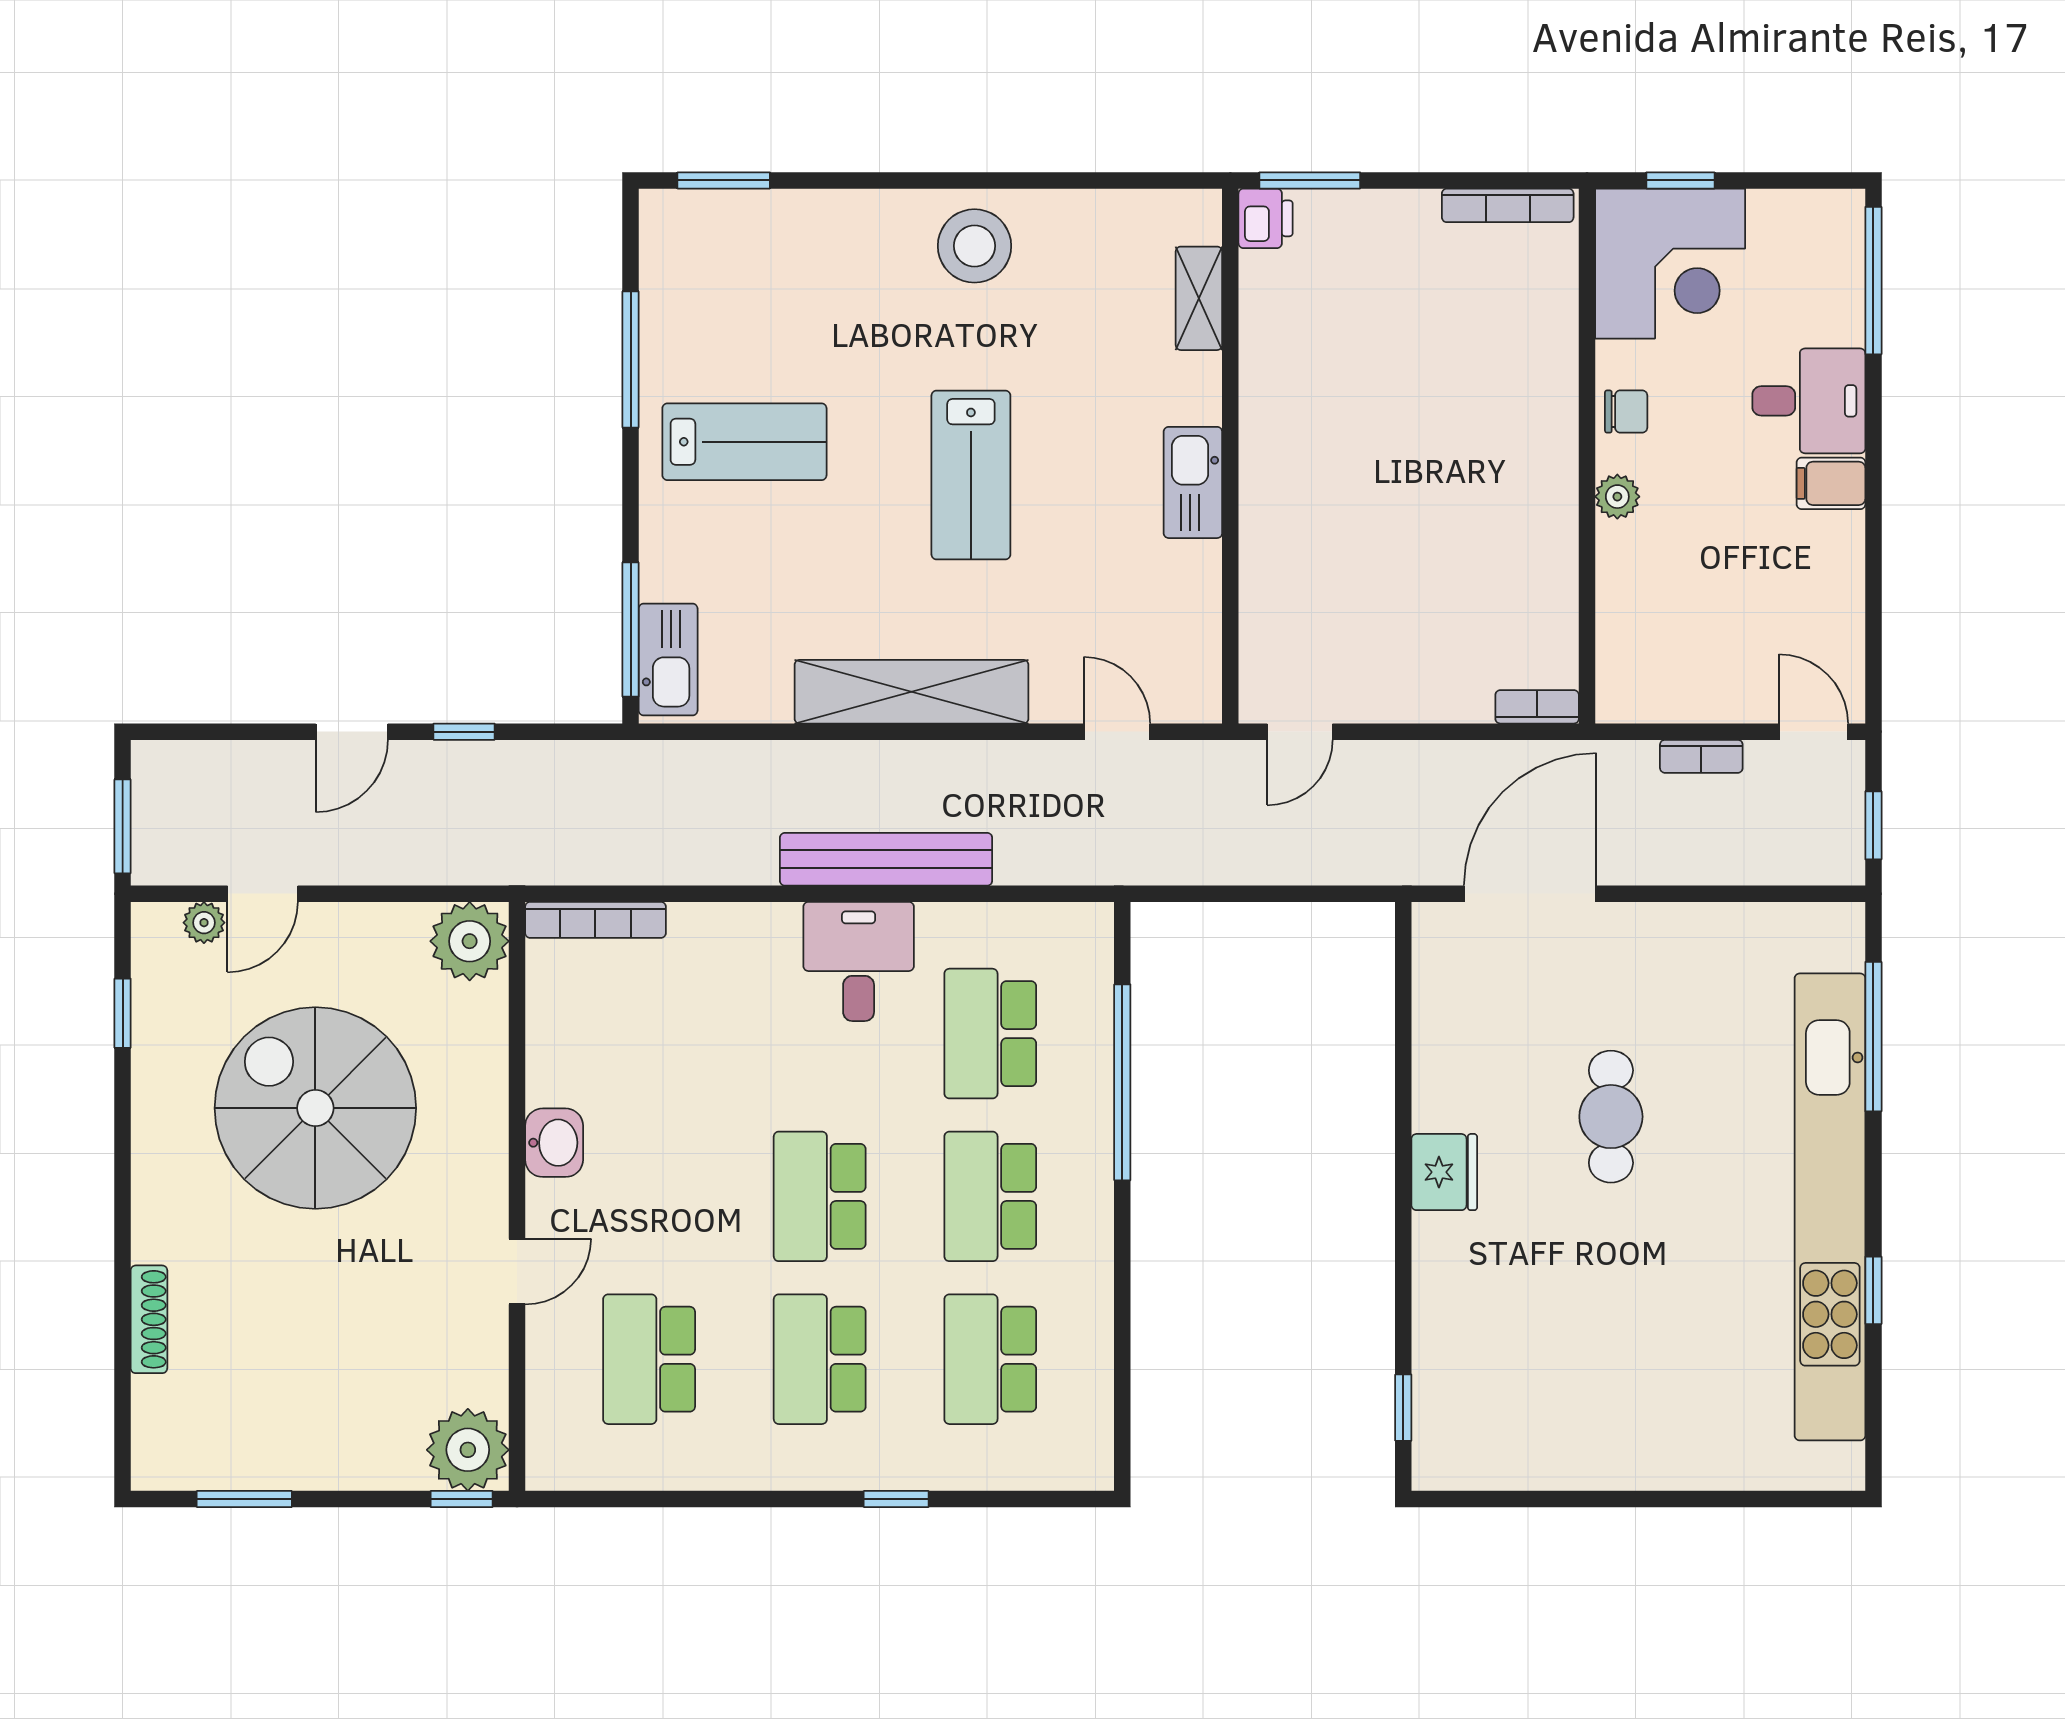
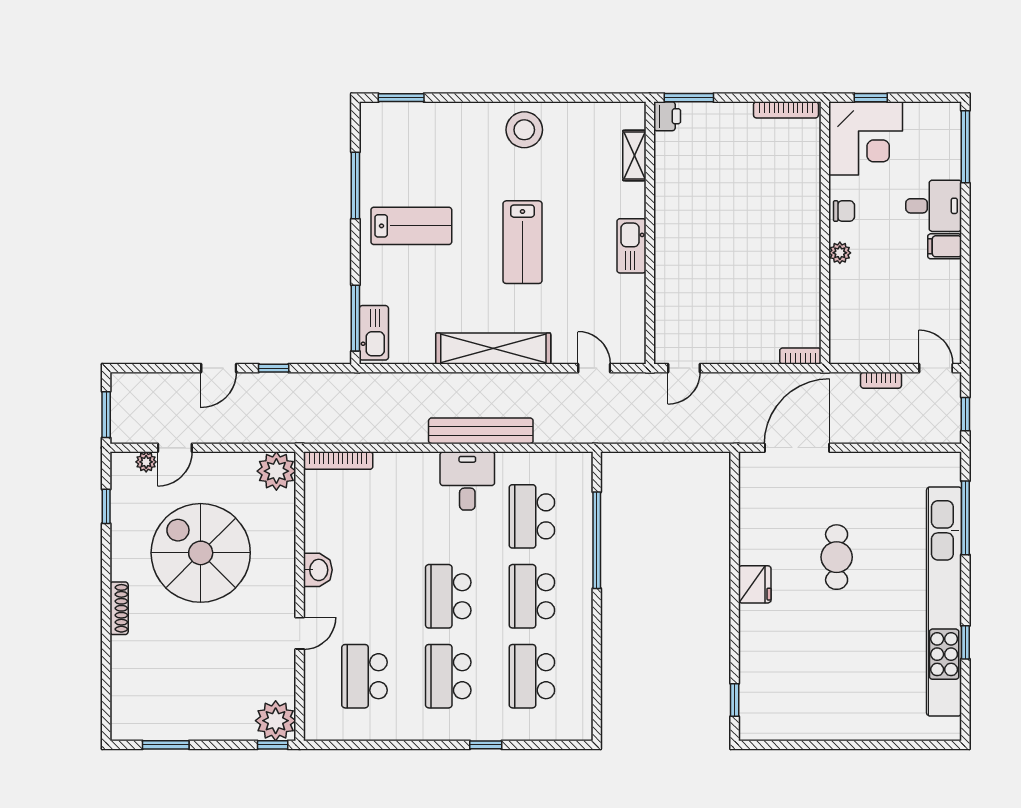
shoe rack: (149, 1319) -> (119, 608), moved

